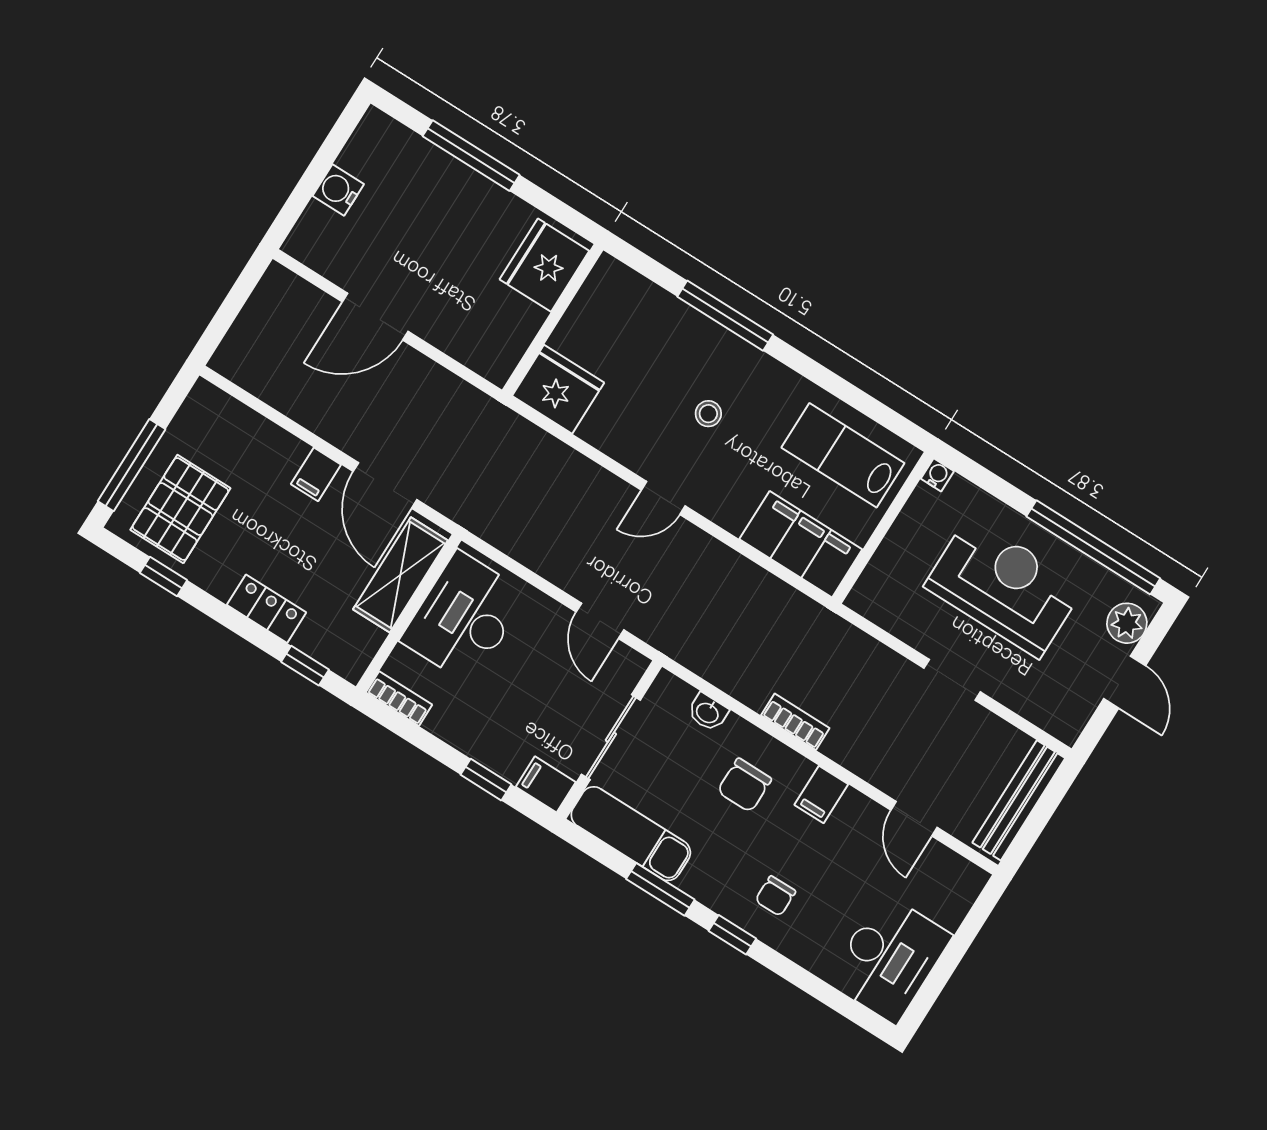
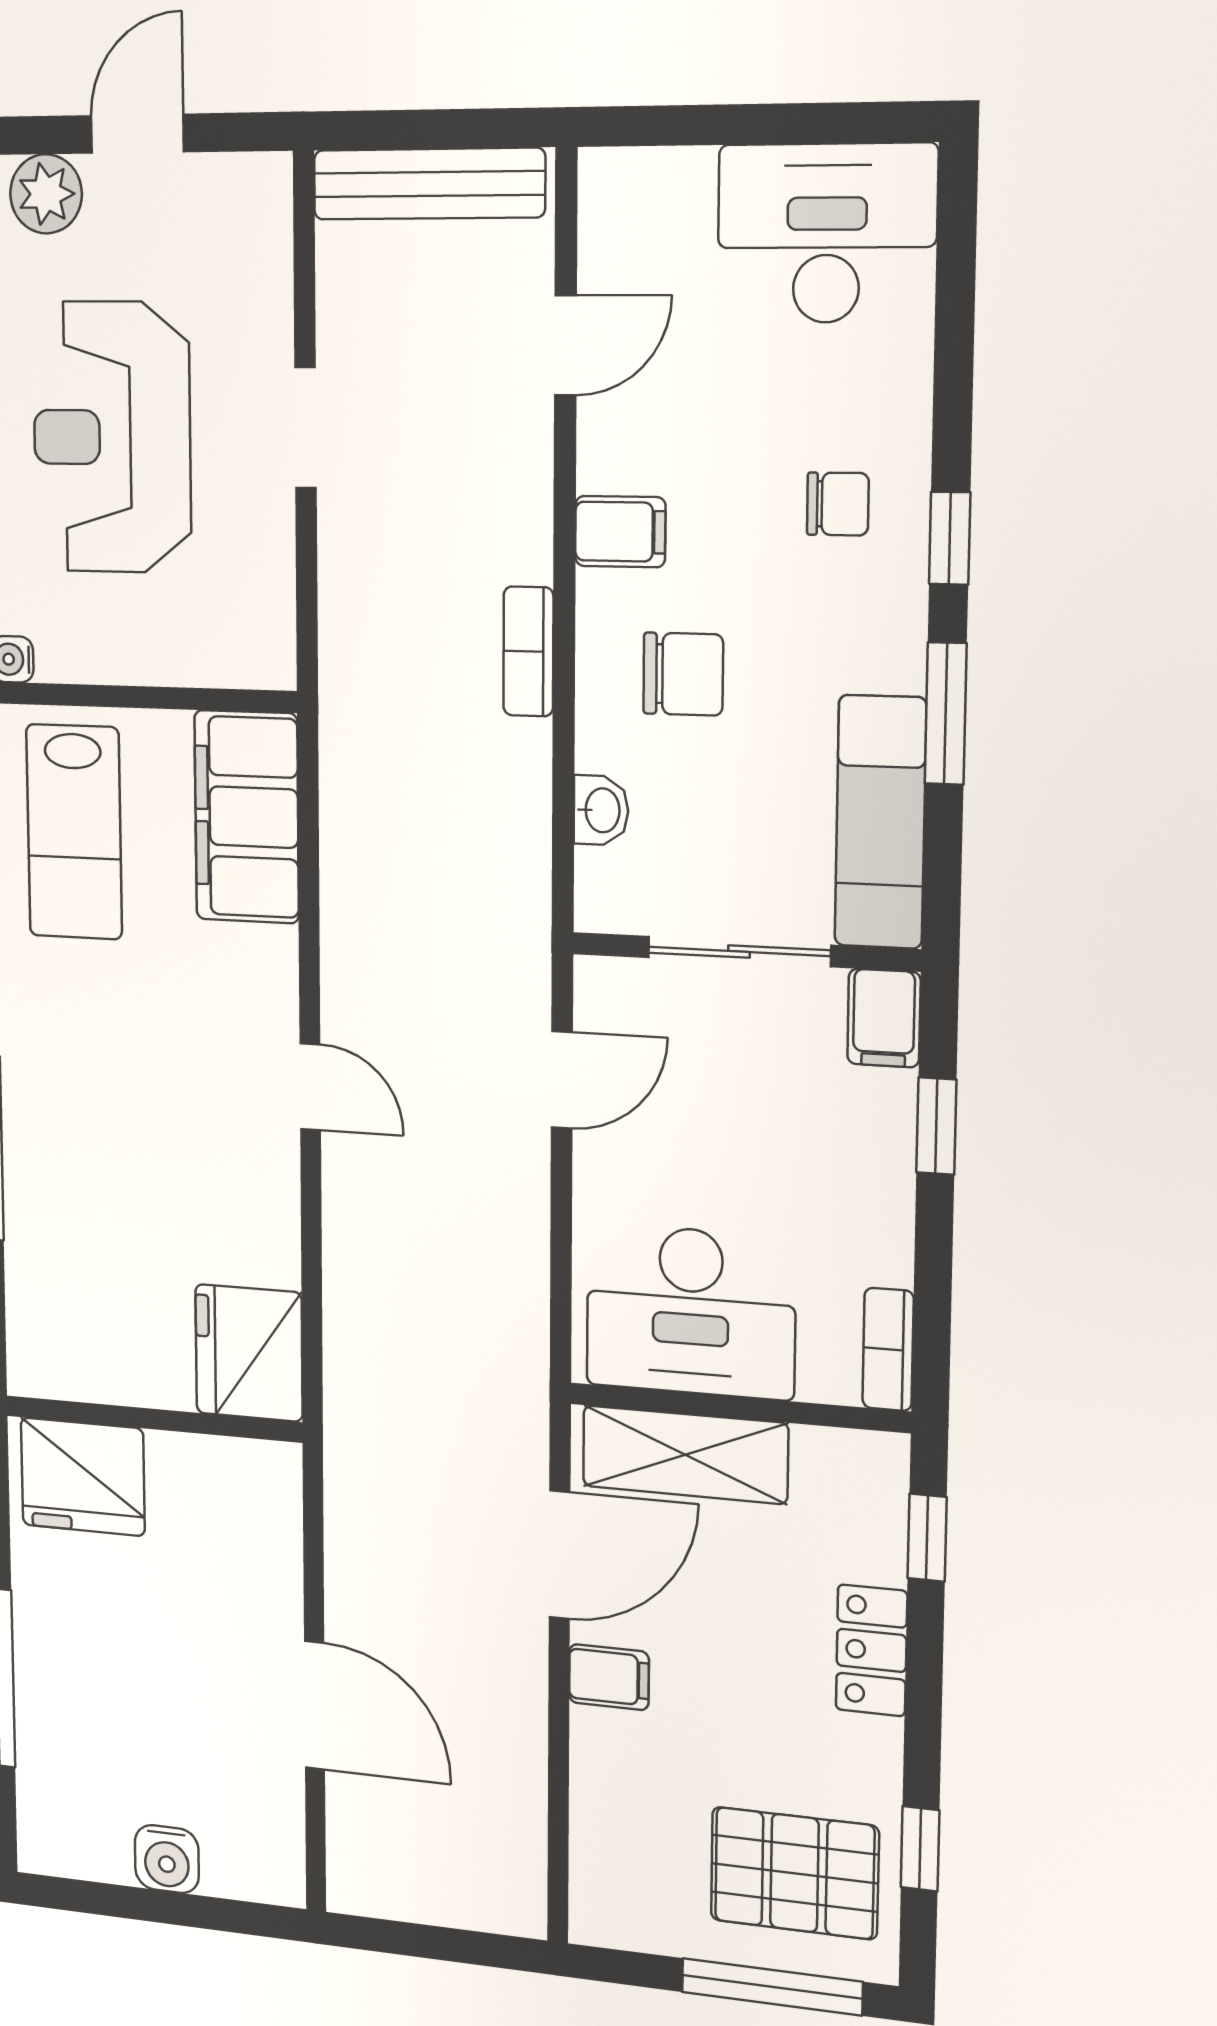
stool: (708, 414) -> (142, 1089), removed

